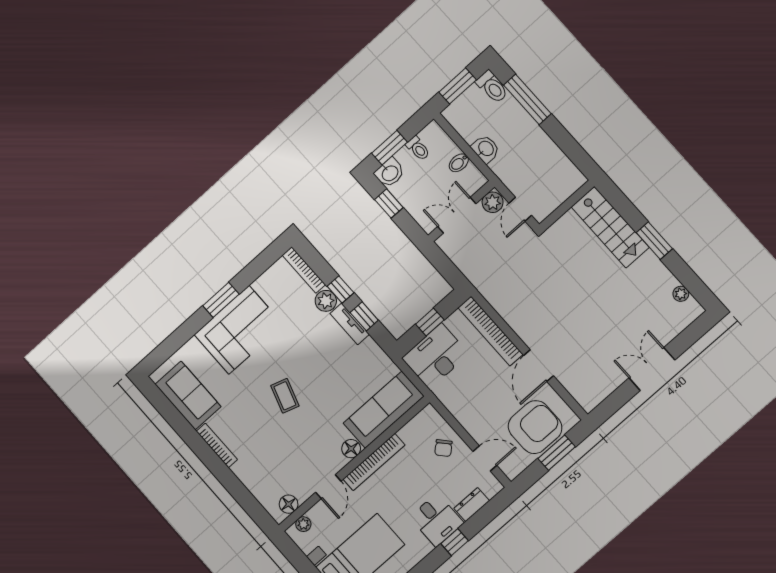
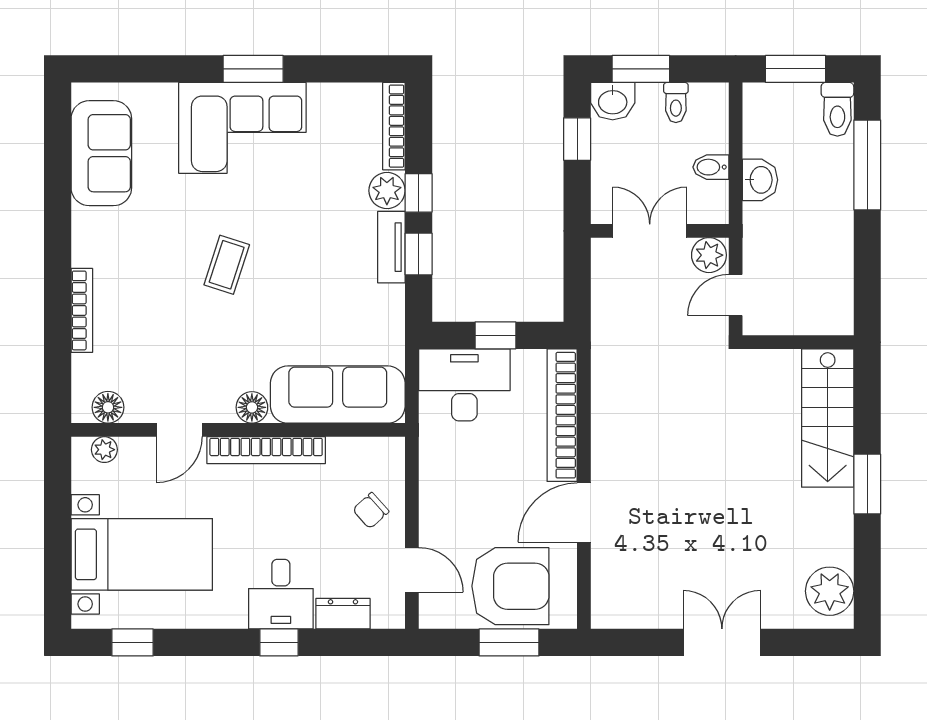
plant: (681, 294) -> (830, 591), width x1.88, depth x1.88
bookcase: (217, 445) -> (82, 310), moved

